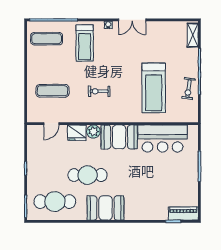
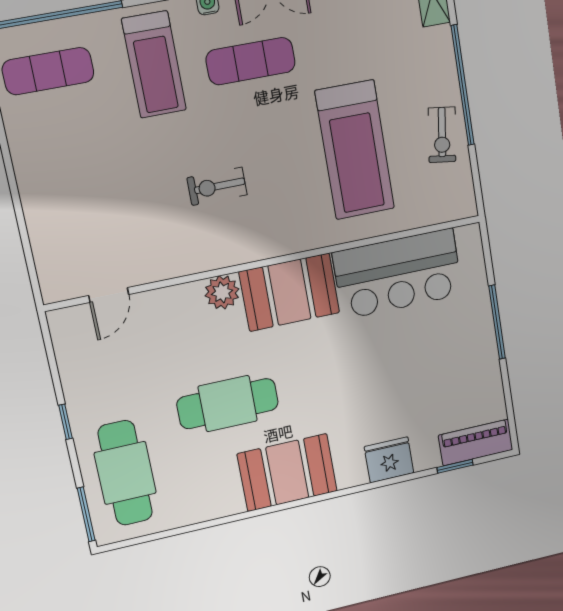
exercise mat: (52, 91) -> (251, 61), moved
fridge: (77, 133) -> (389, 460), moved, turned 180
cafe table: (55, 202) -> (125, 473), moved, turned 90

